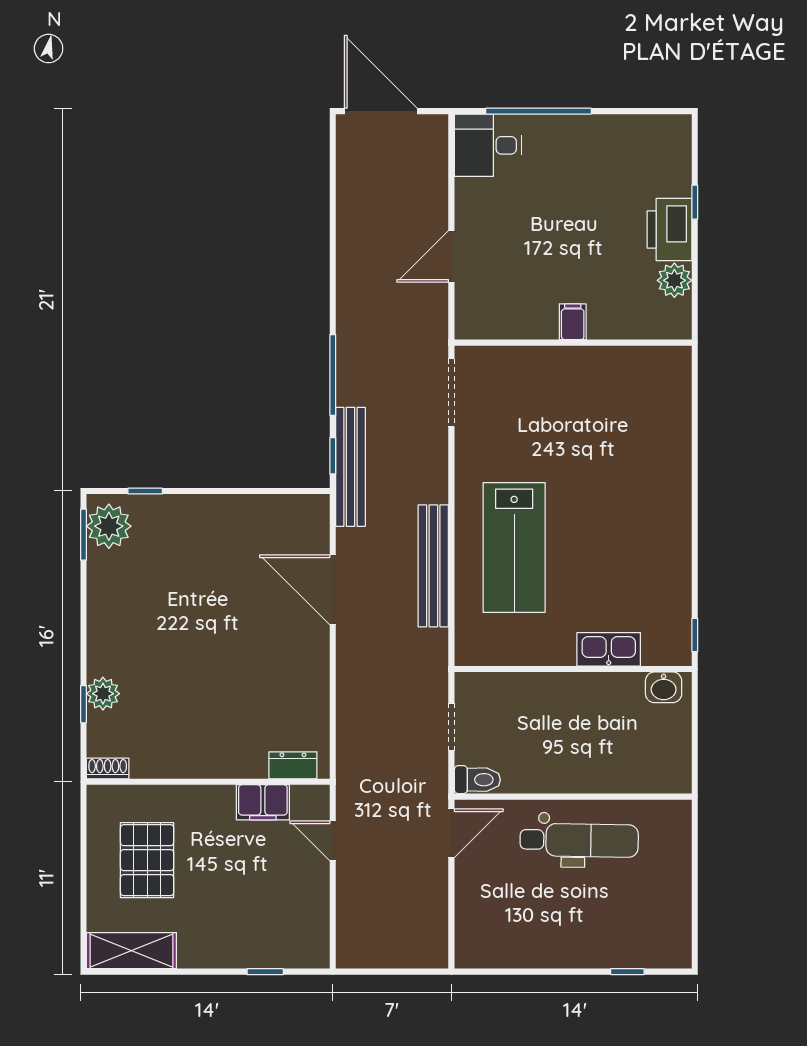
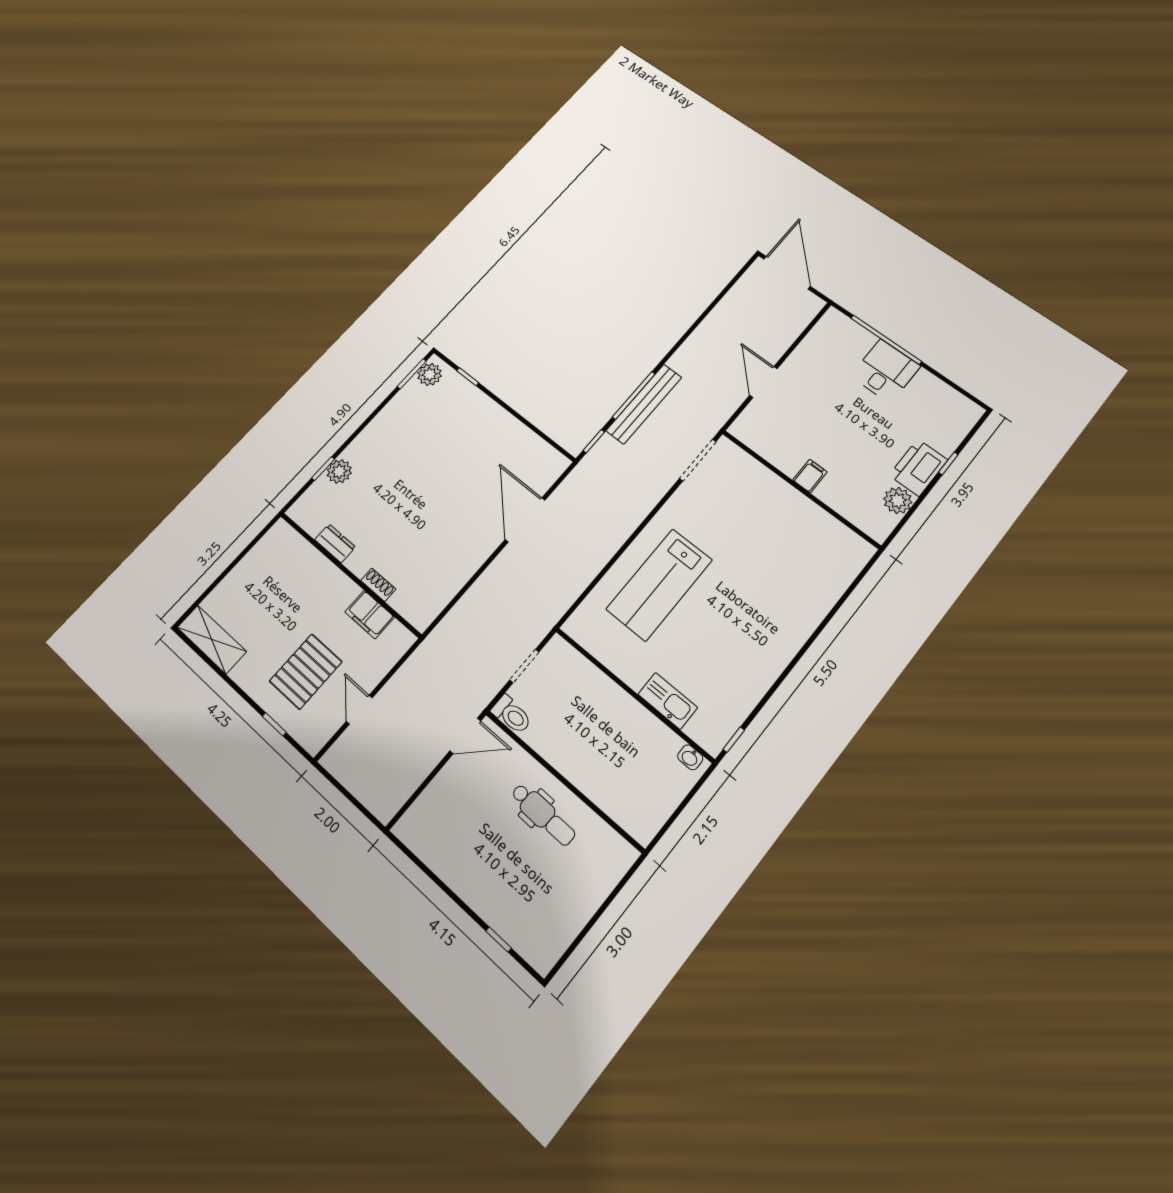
desk: (488, 145) -> (885, 371), moved, turned 90
door: (451, 256) -> (763, 382), hinge flipped
bench: (351, 467) -> (644, 404), moved
plant: (109, 526) -> (430, 374), width x0.73, depth x0.73
bench: (433, 566) -> (599, 555), removed
washbasin: (664, 687) -> (690, 757), width x0.72, depth x0.69
dresser: (293, 765) -> (335, 543), moved
shoe rack: (108, 769) -> (378, 585), moved
dental chair: (579, 840) -> (543, 814), width x0.73, depth x0.72
door: (333, 841) -> (359, 710), moved
pallet: (147, 860) -> (306, 671), moved

